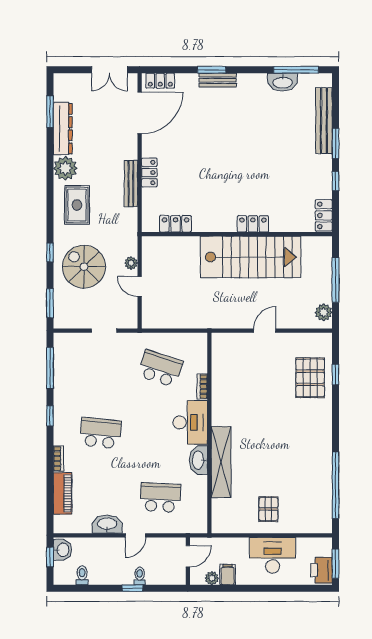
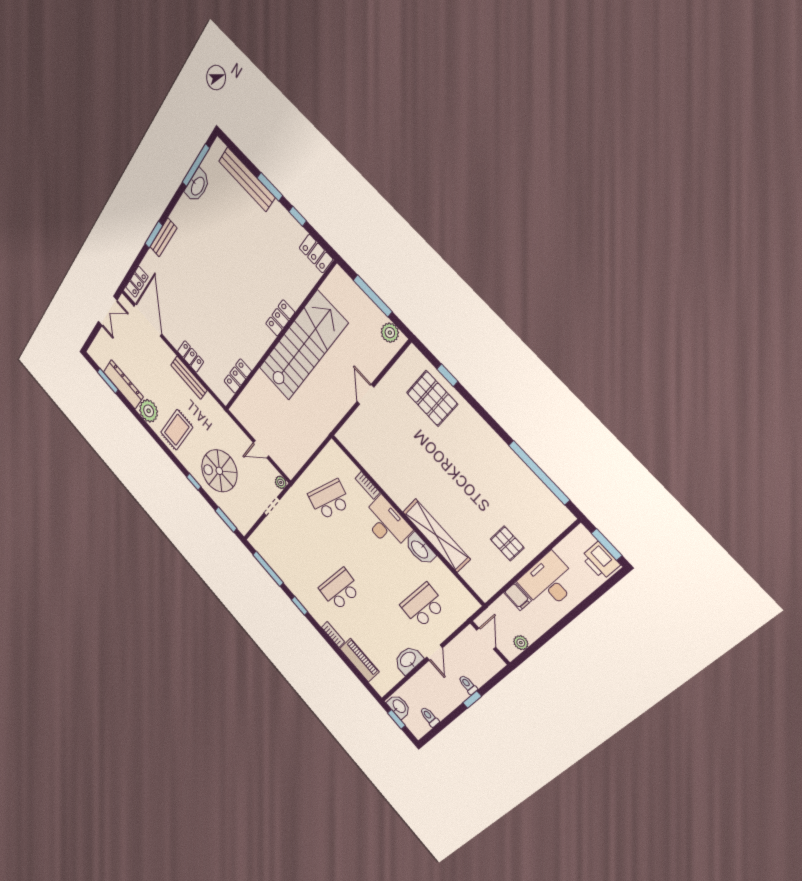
rug: (77, 205) -> (177, 430), turned 90
plant: (131, 263) -> (281, 482), moved
filing cabinet: (228, 575) -> (518, 597), moved, turned 180

